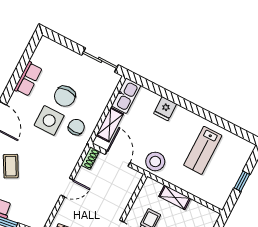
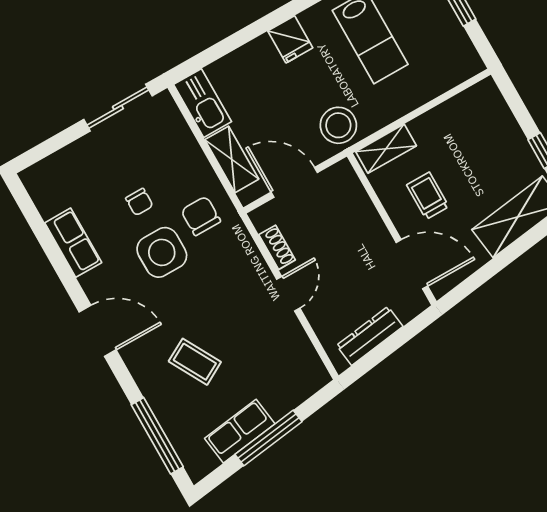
chair: (65, 96) -> (139, 202), width x0.54, depth x0.54
fridge: (165, 109) -> (290, 39), moved
shoe rack: (90, 158) -> (277, 247), moved
shelving: (175, 197) -> (386, 149), moved

